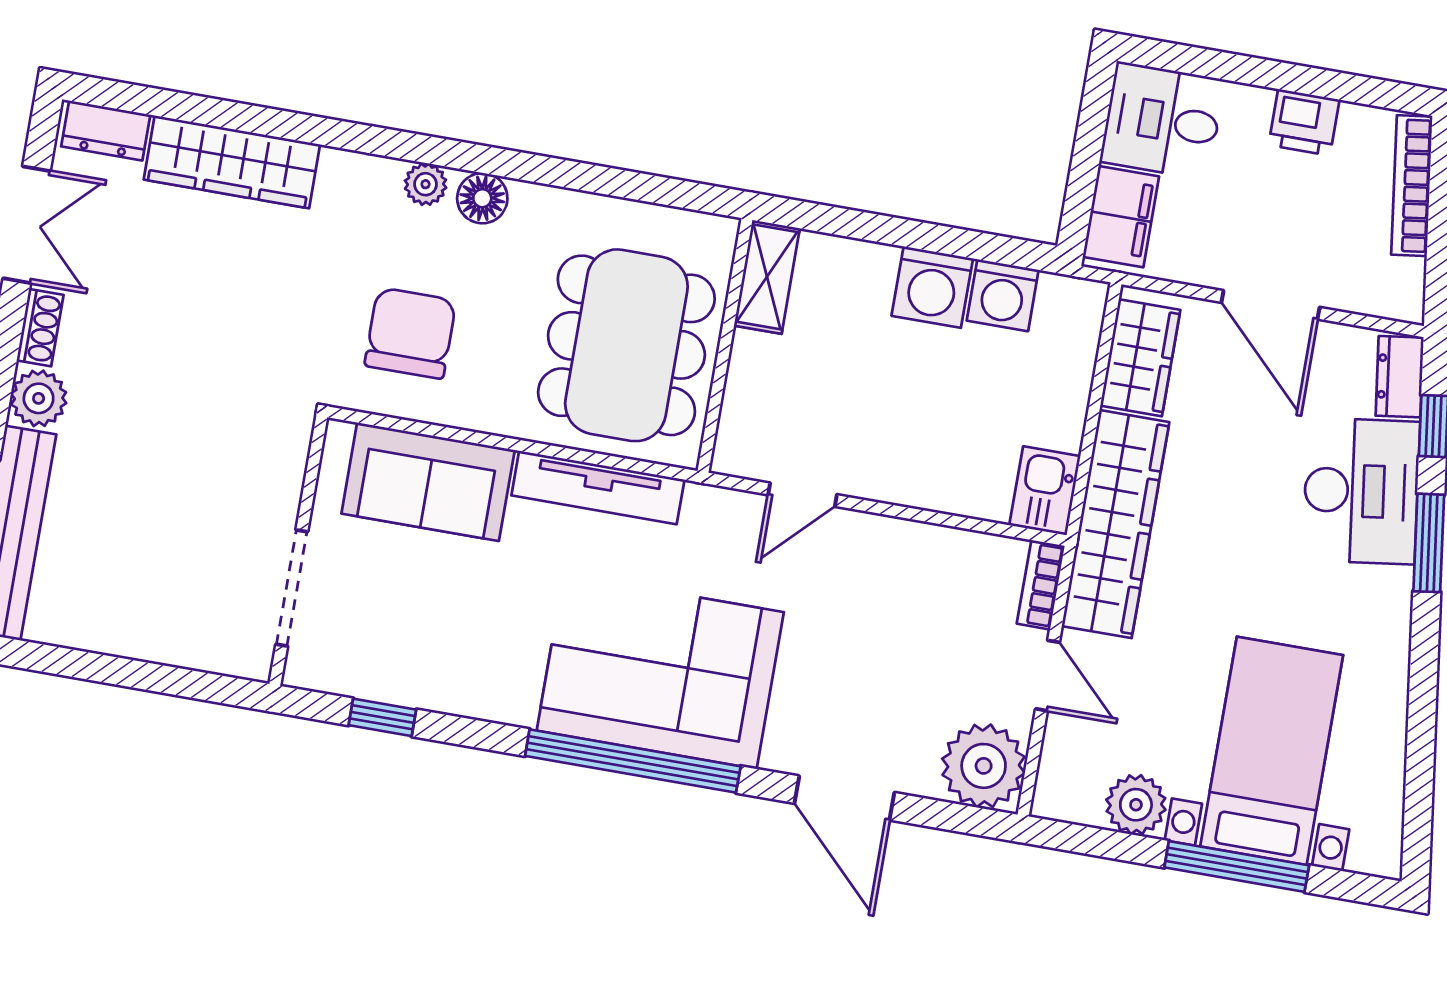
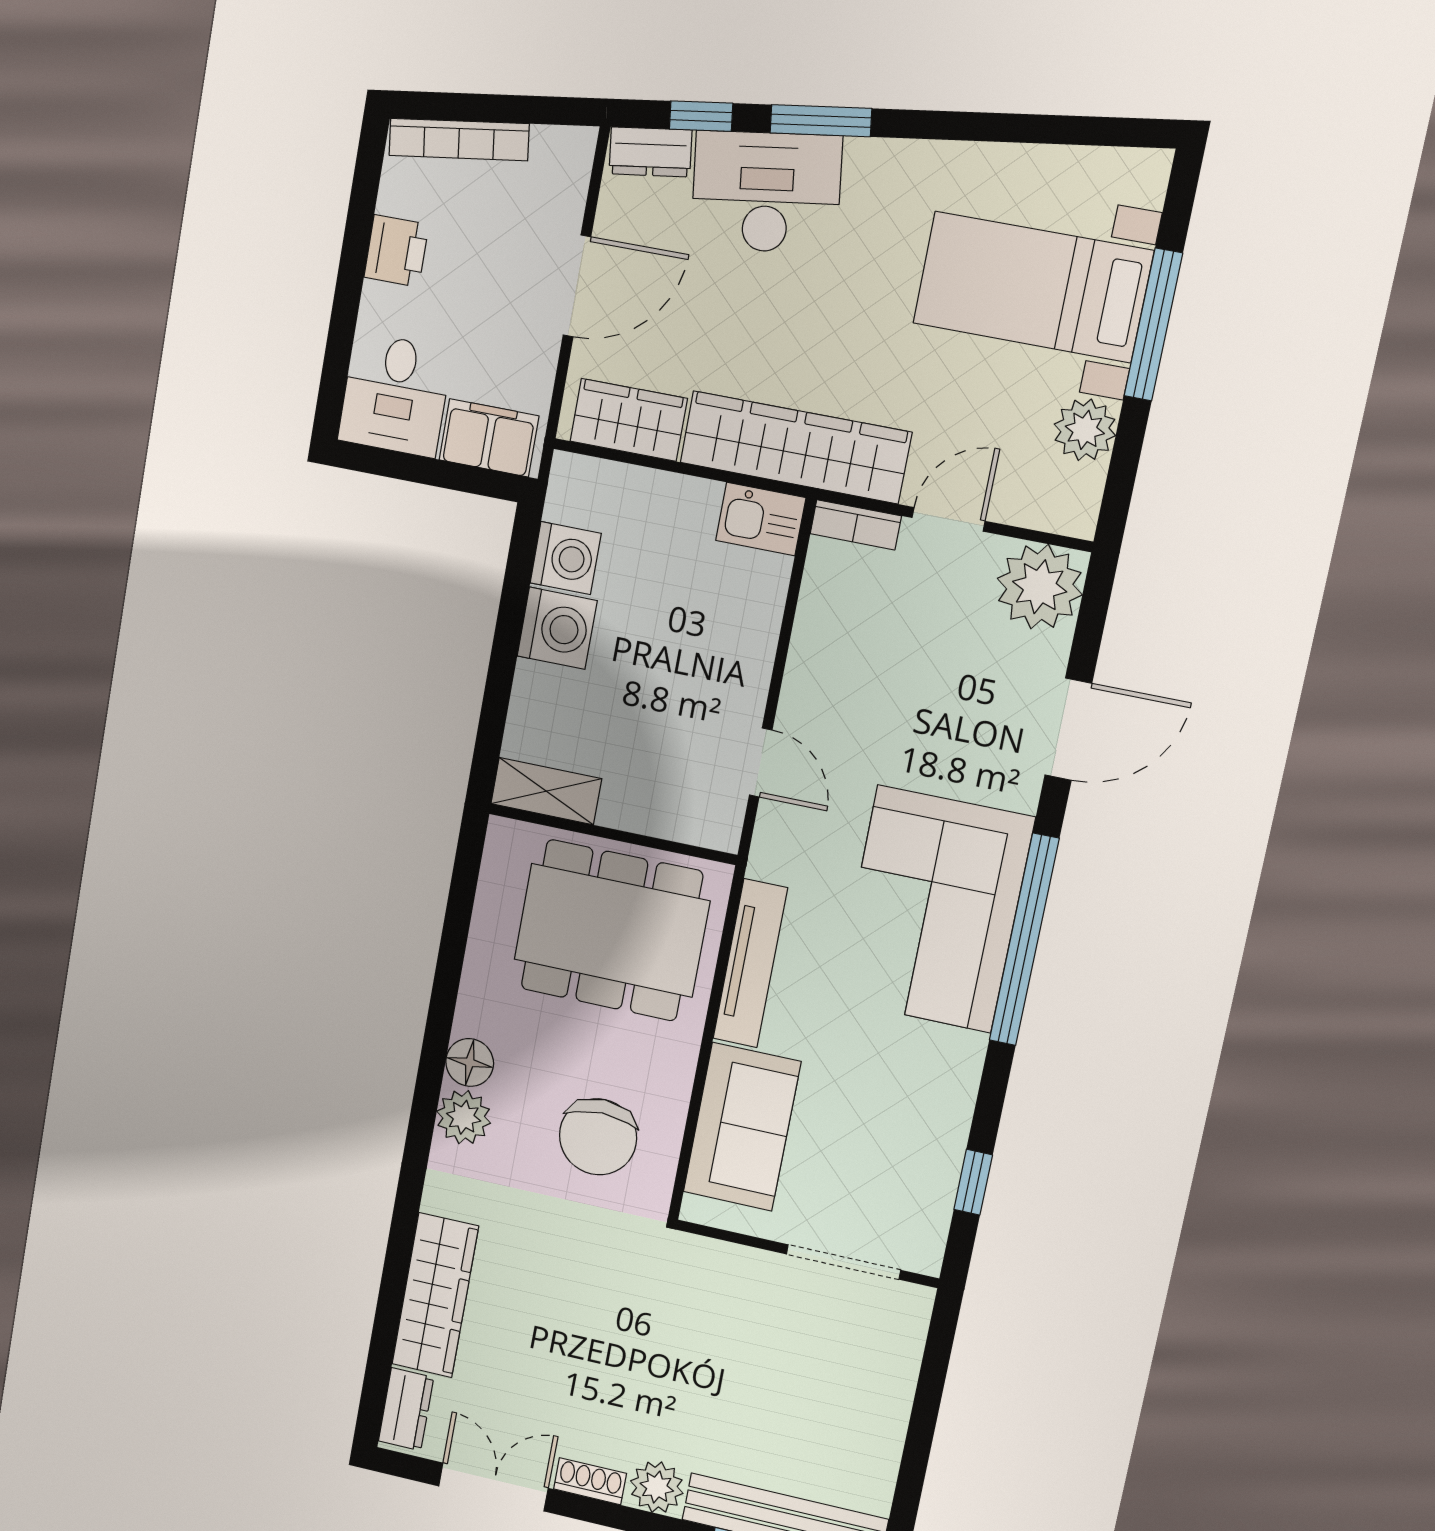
plant: (426, 184) -> (464, 1117), width x1.38, depth x1.38
chair: (410, 333) -> (598, 1137), turned -90

